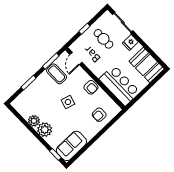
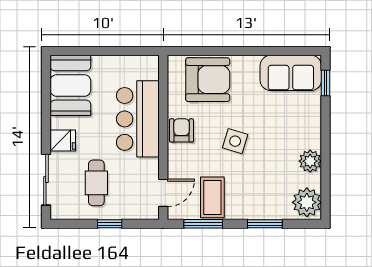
bar counter: (120, 85) -> (138, 119), moved
armchair: (99, 115) -> (208, 80), width x1.88, depth x1.88
plant: (45, 130) -> (307, 202), moved

